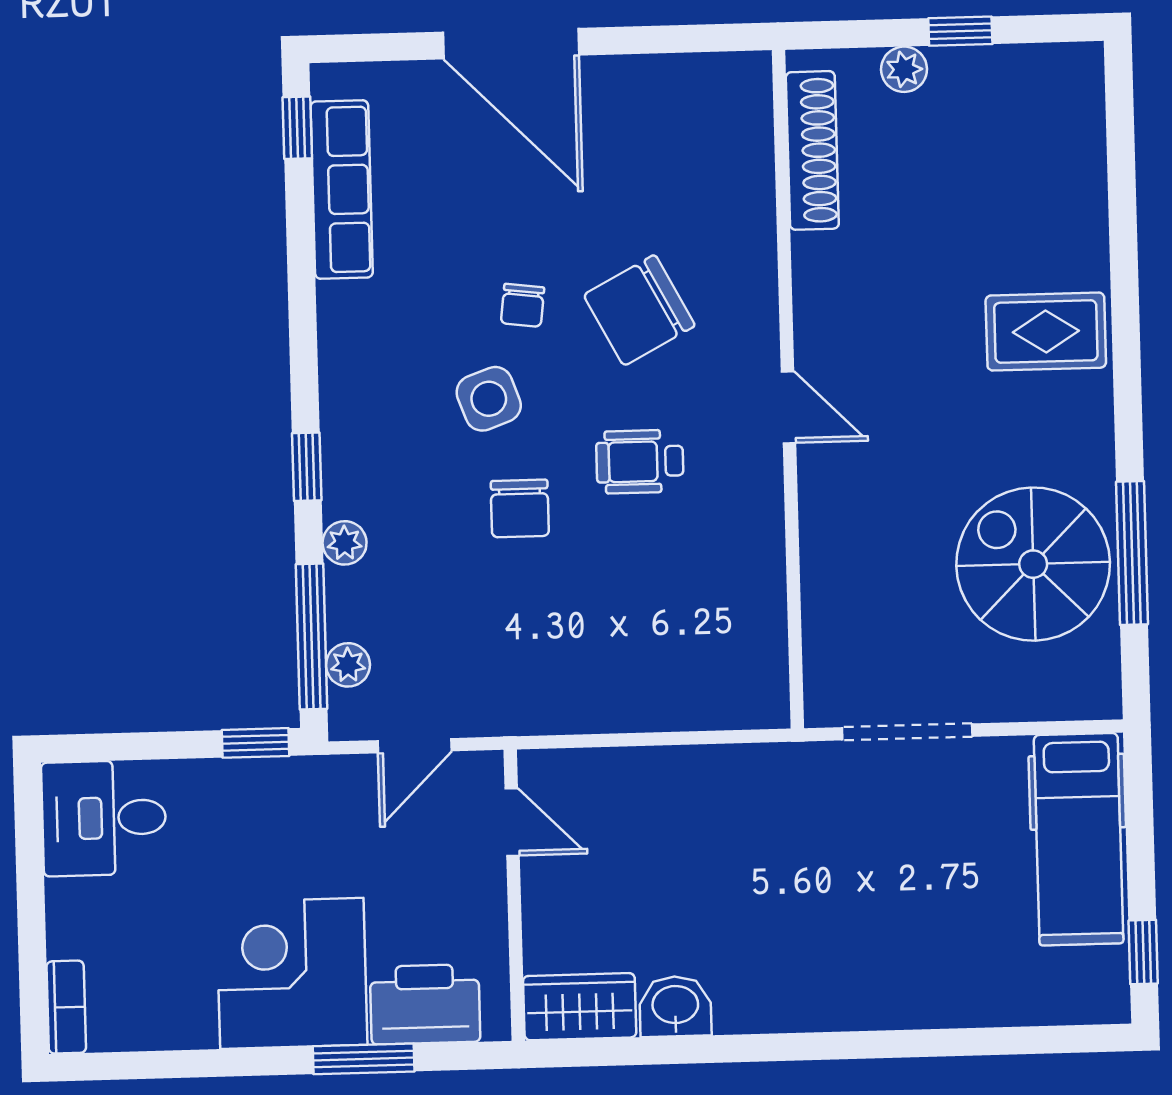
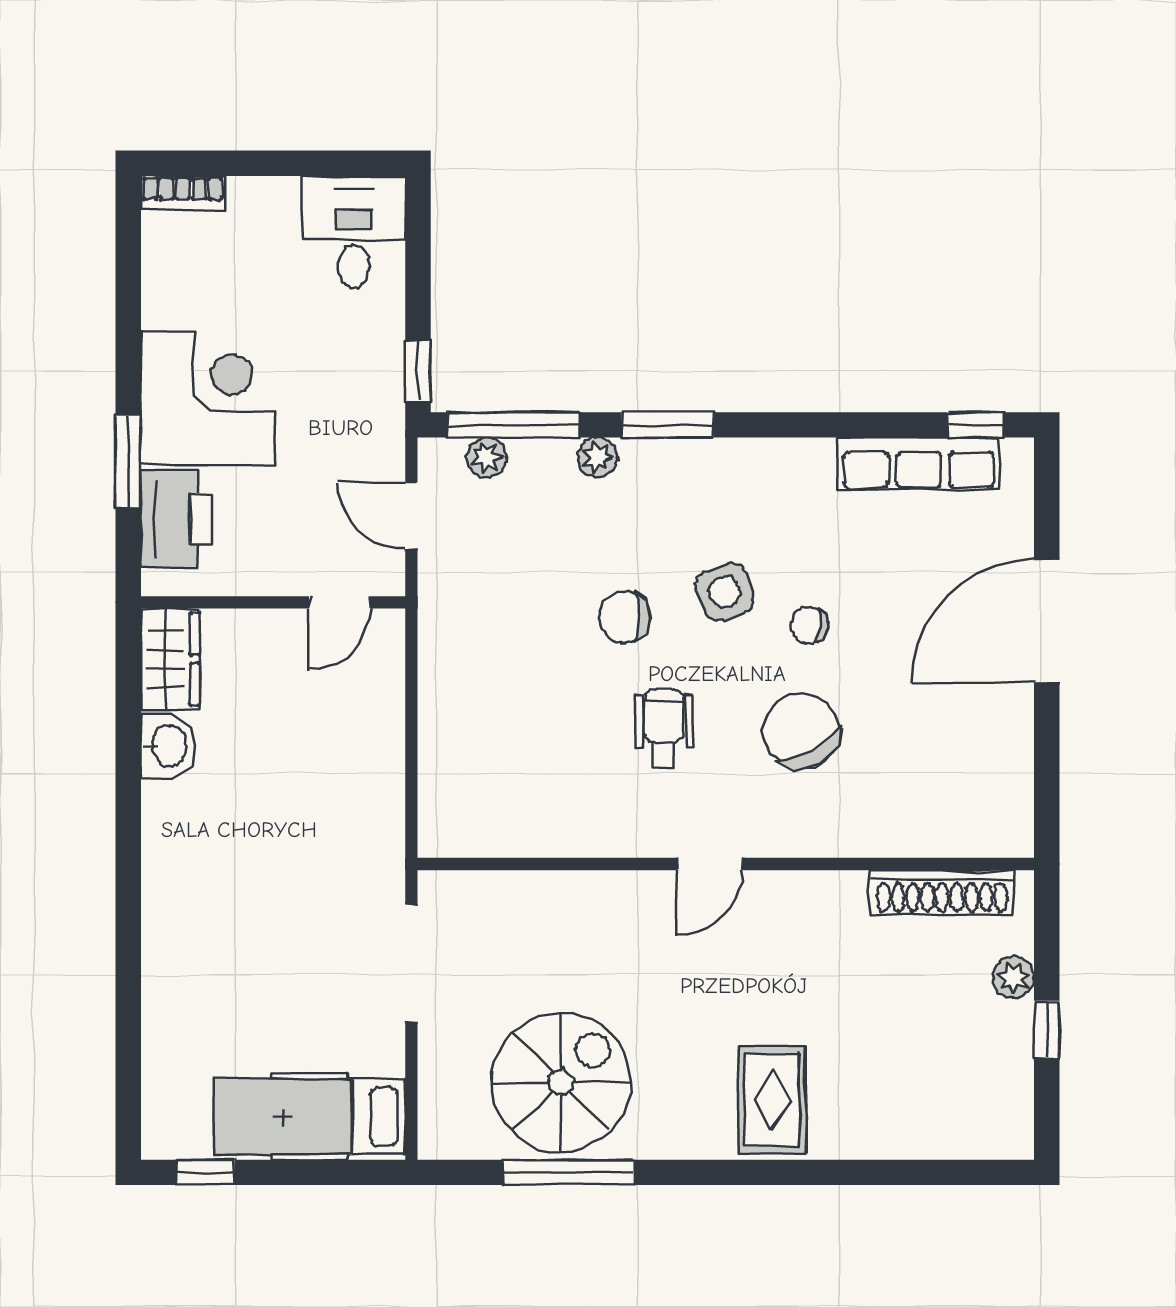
window: (307, 467) -> (668, 425), width x1.50

